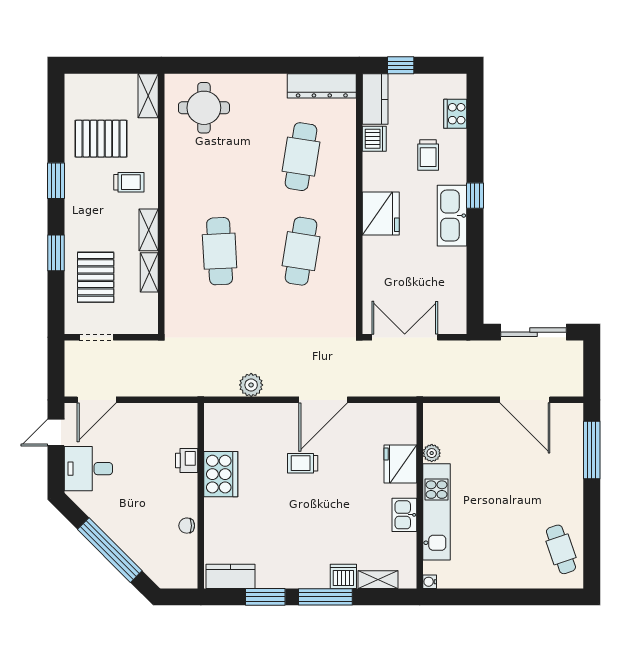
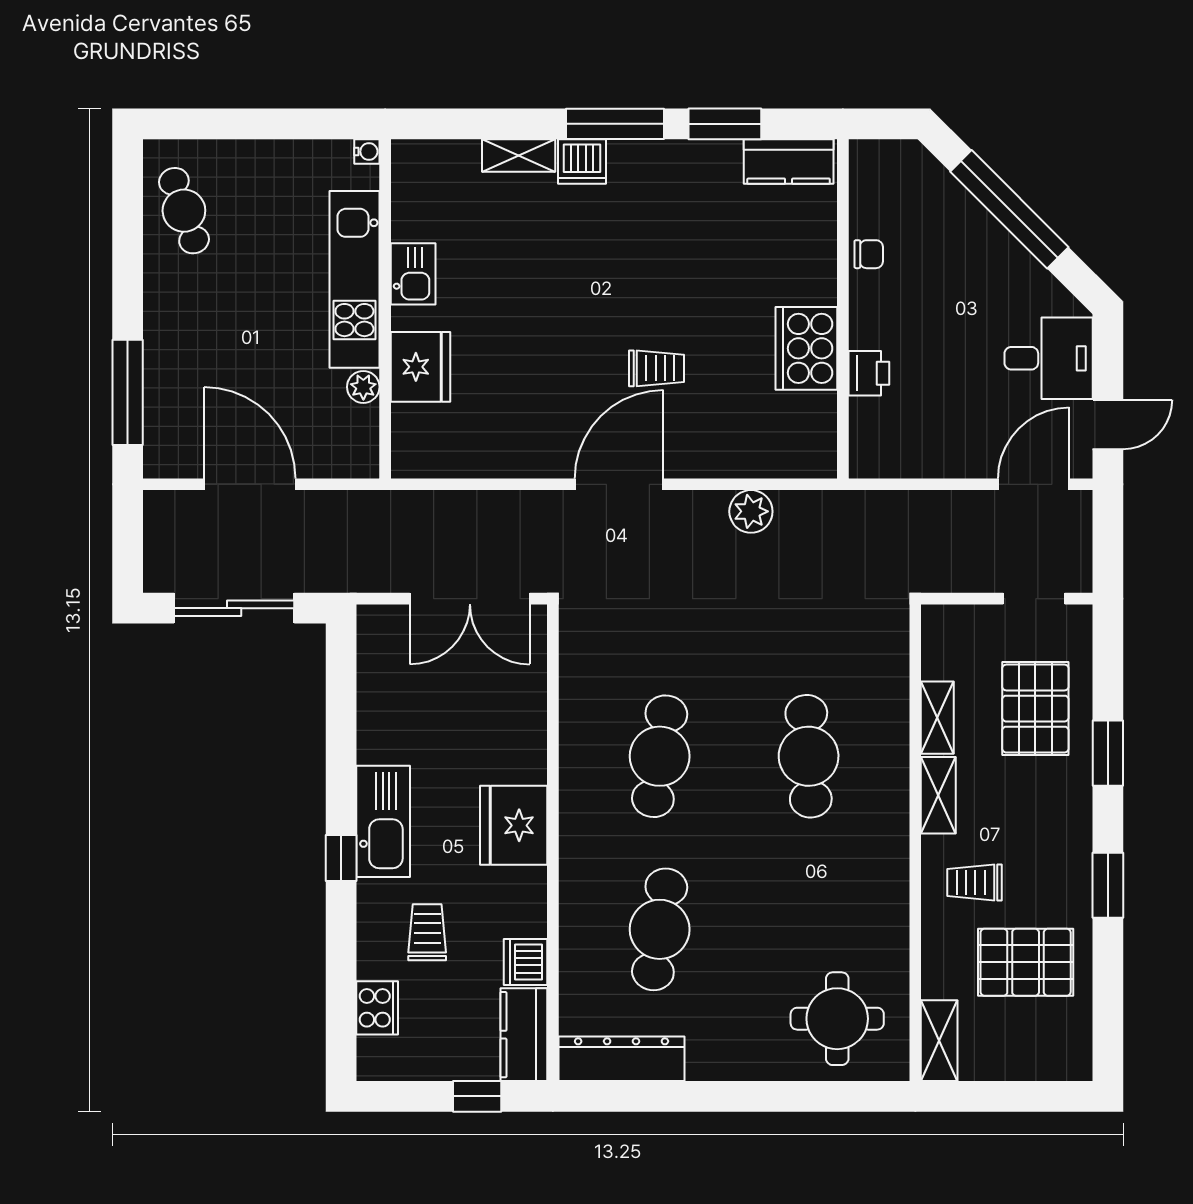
plant: (432, 453) -> (363, 387), moved
fridge: (400, 464) -> (421, 367), moved
wall: (420, 496) -> (385, 309), moved
kitchen unit: (436, 512) -> (354, 279), moved
kitchen sink: (404, 515) -> (413, 274), moved
water cooler: (430, 582) -> (367, 152), moved

